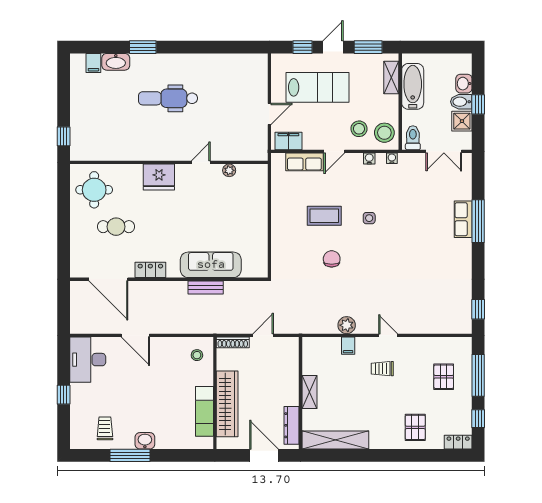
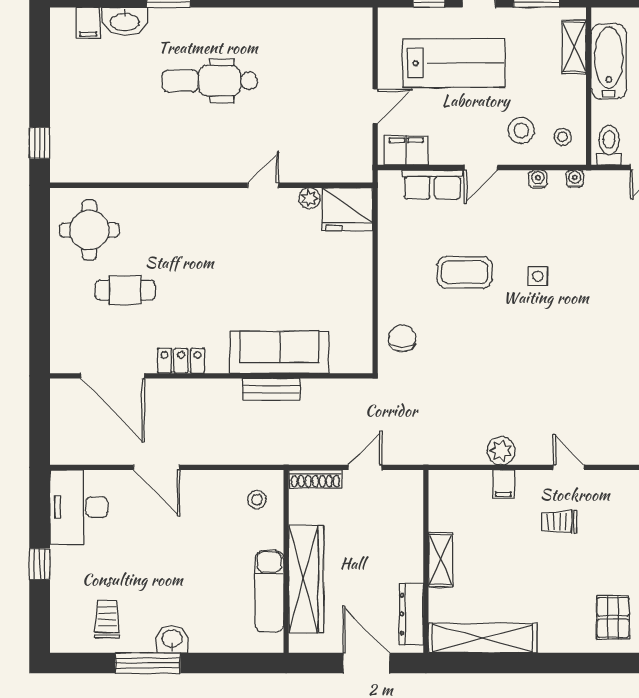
stool: (384, 133) -> (563, 137), width x0.53, depth x0.53
fridge: (159, 177) -> (347, 209), moved
chair: (332, 259) -> (402, 338), moved

